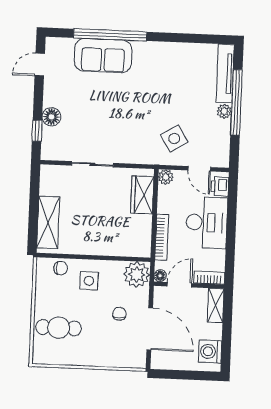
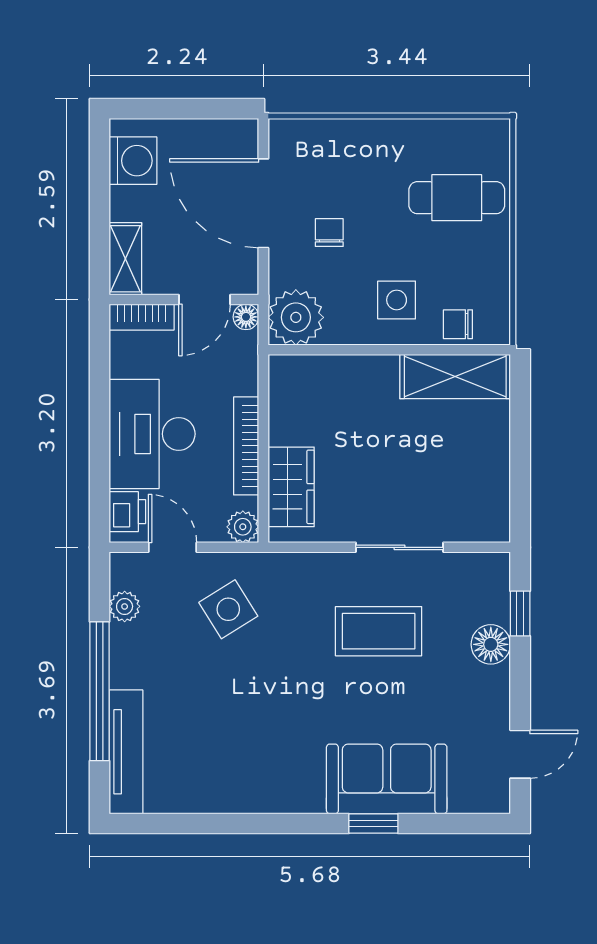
window: (110, 35) -> (373, 823), width x0.32
plant: (224, 111) -> (125, 606), moved
coffee table: (104, 125) -> (379, 631), added
shelving: (48, 222) -> (455, 377), moved, turned 90
bookcase: (162, 237) -> (246, 446), moved
chair: (119, 314) -> (329, 233), turned 180

